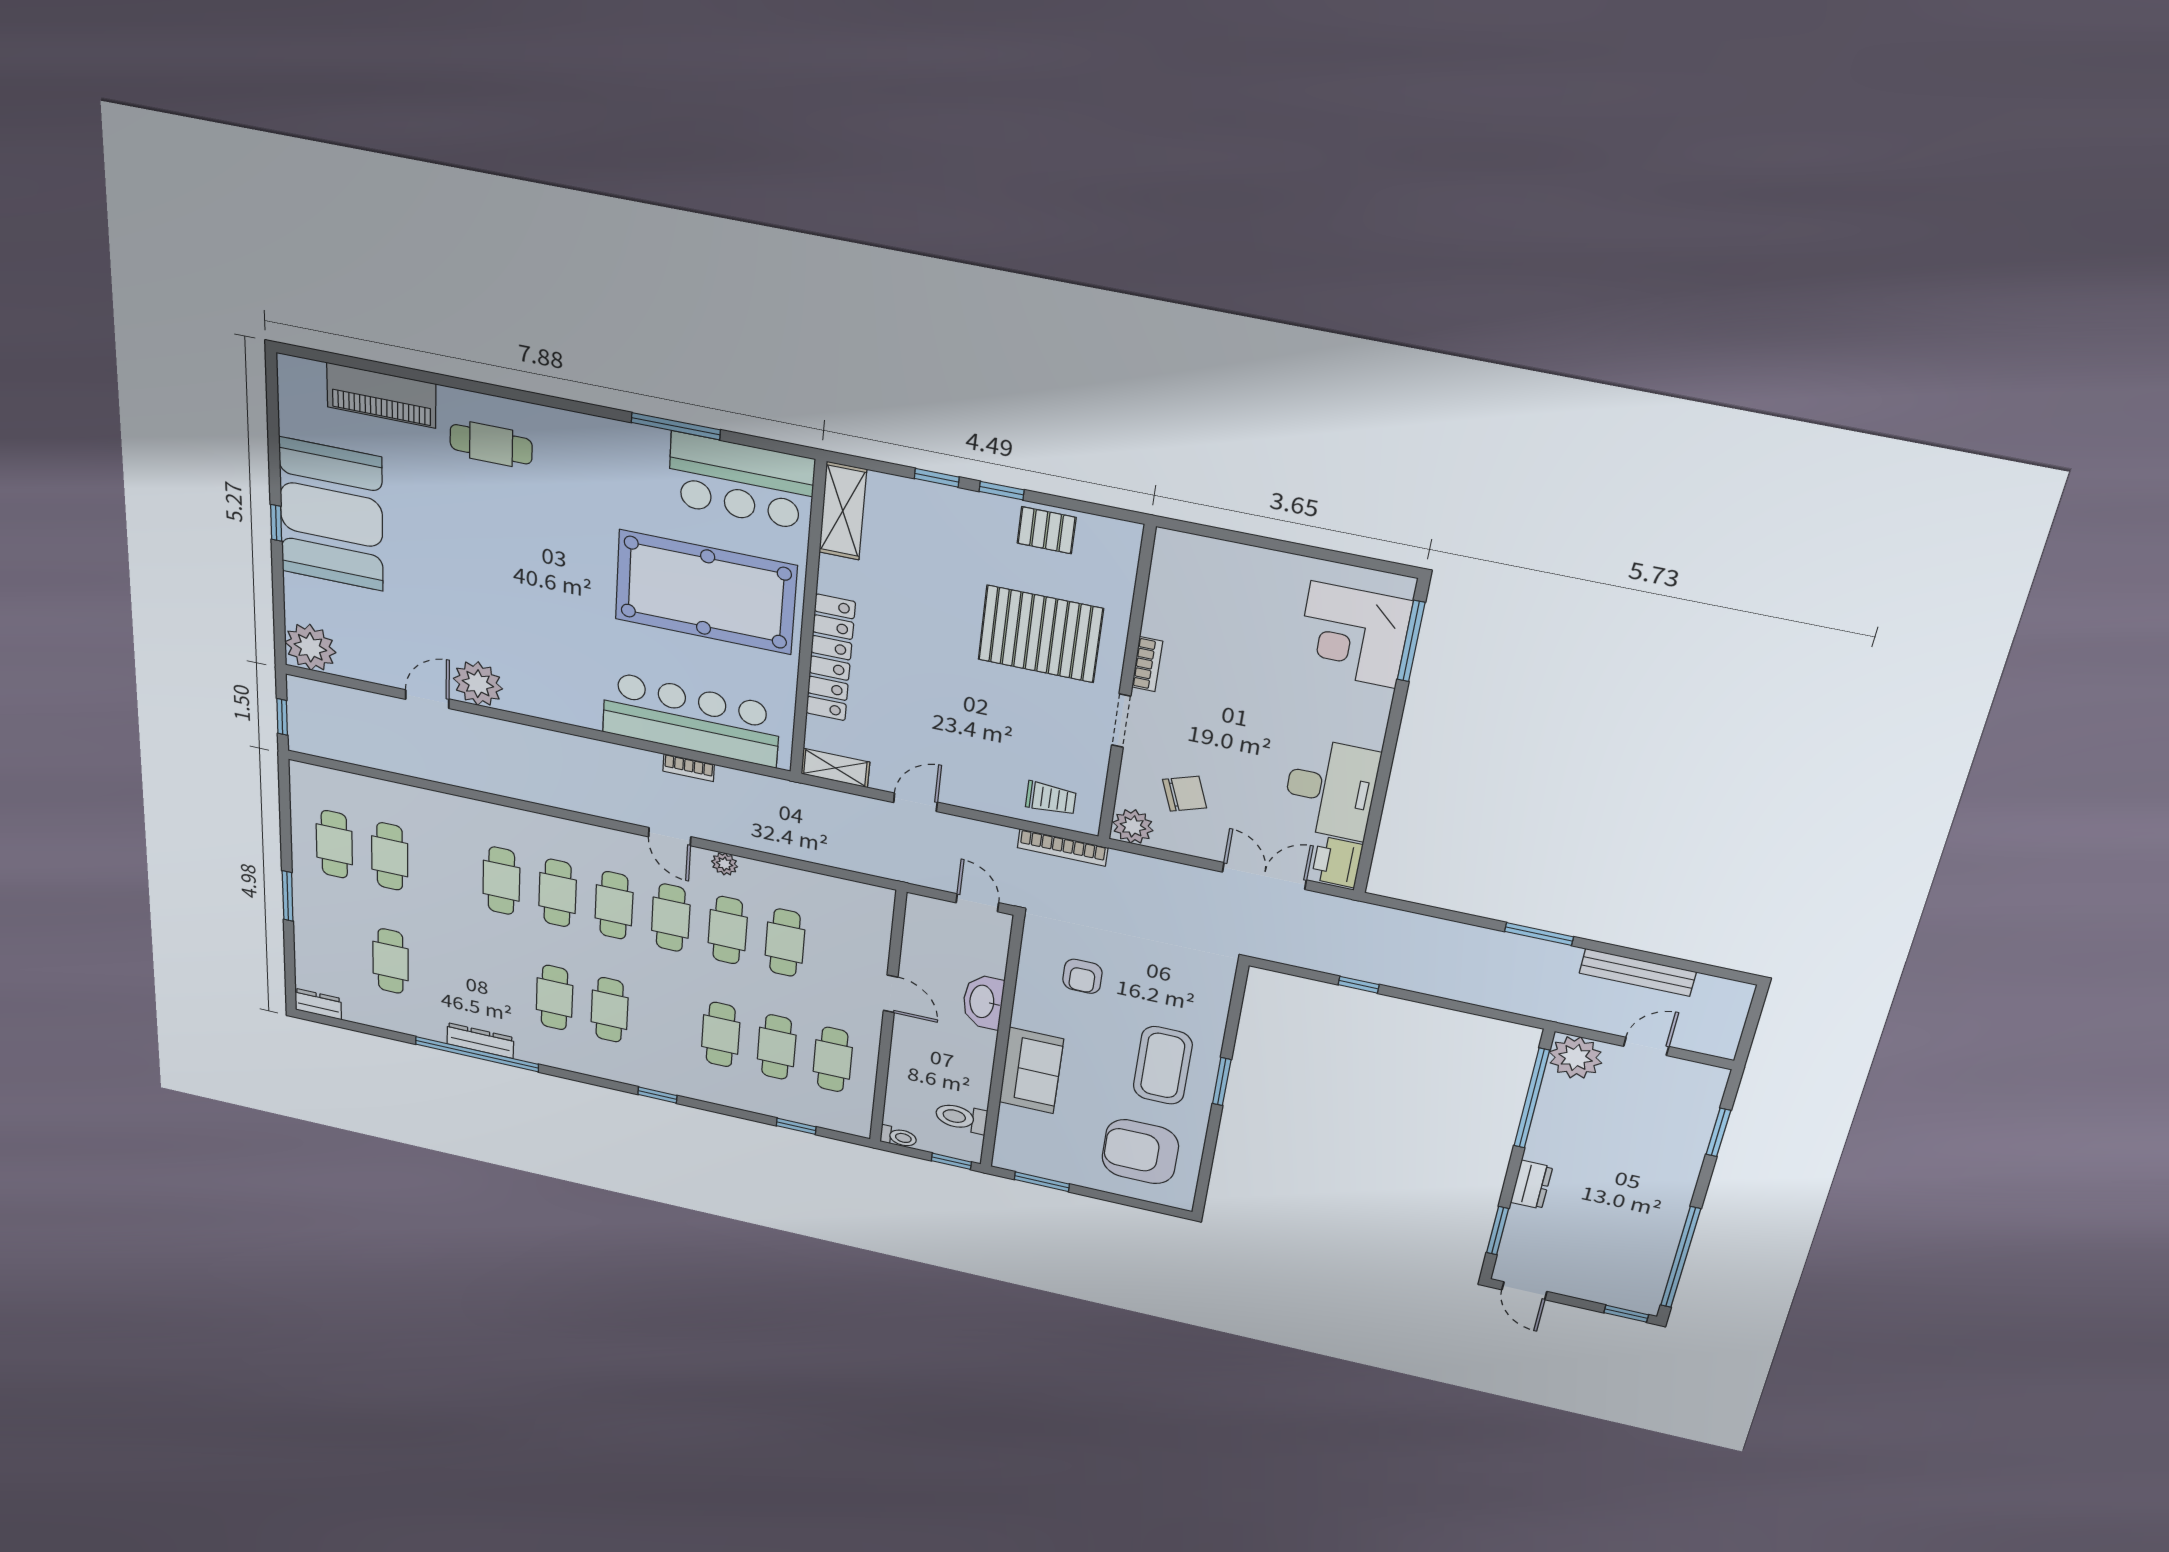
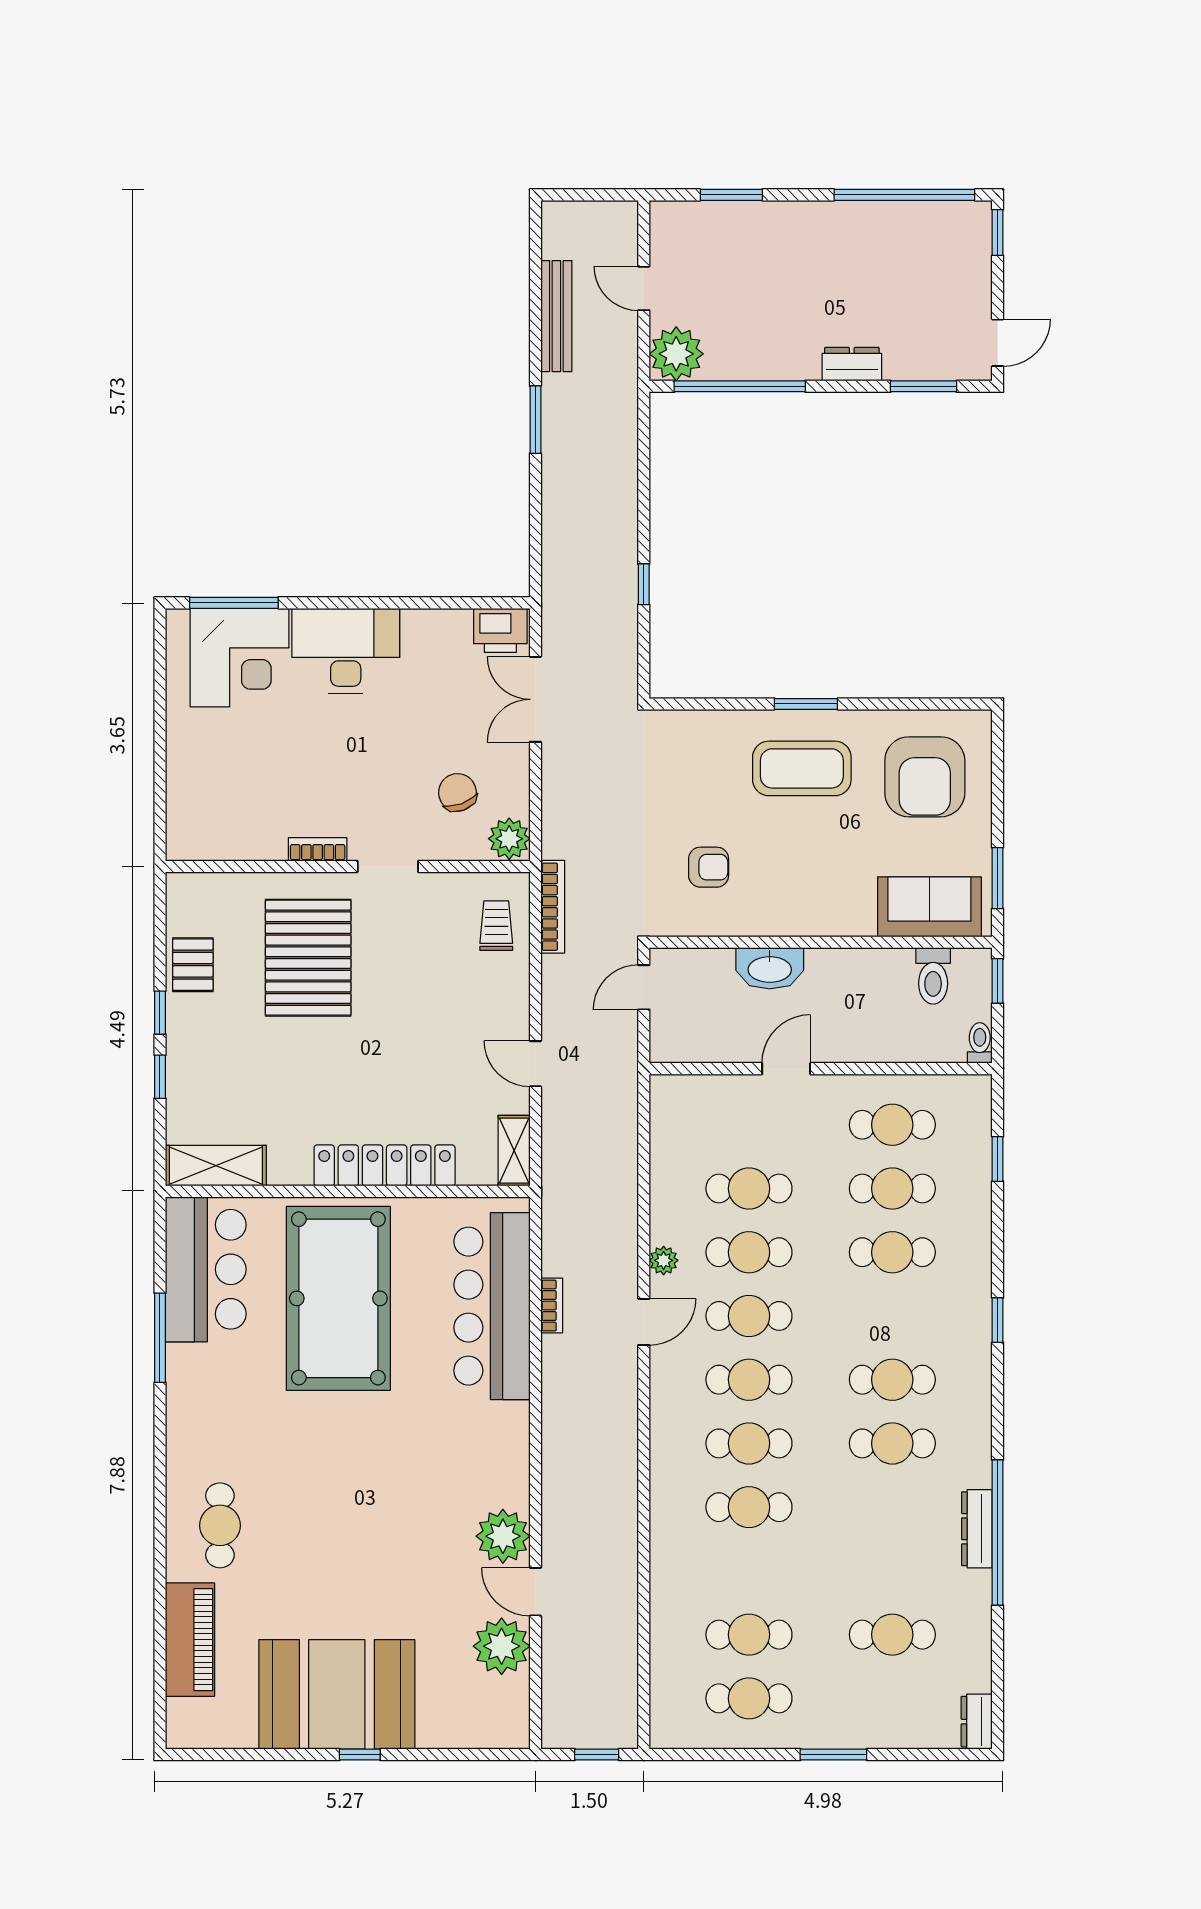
plant: (310, 647) -> (502, 1646), moved
desk: (1331, 789) -> (346, 651), moved
sofa: (1031, 1071) -> (929, 907), moved

